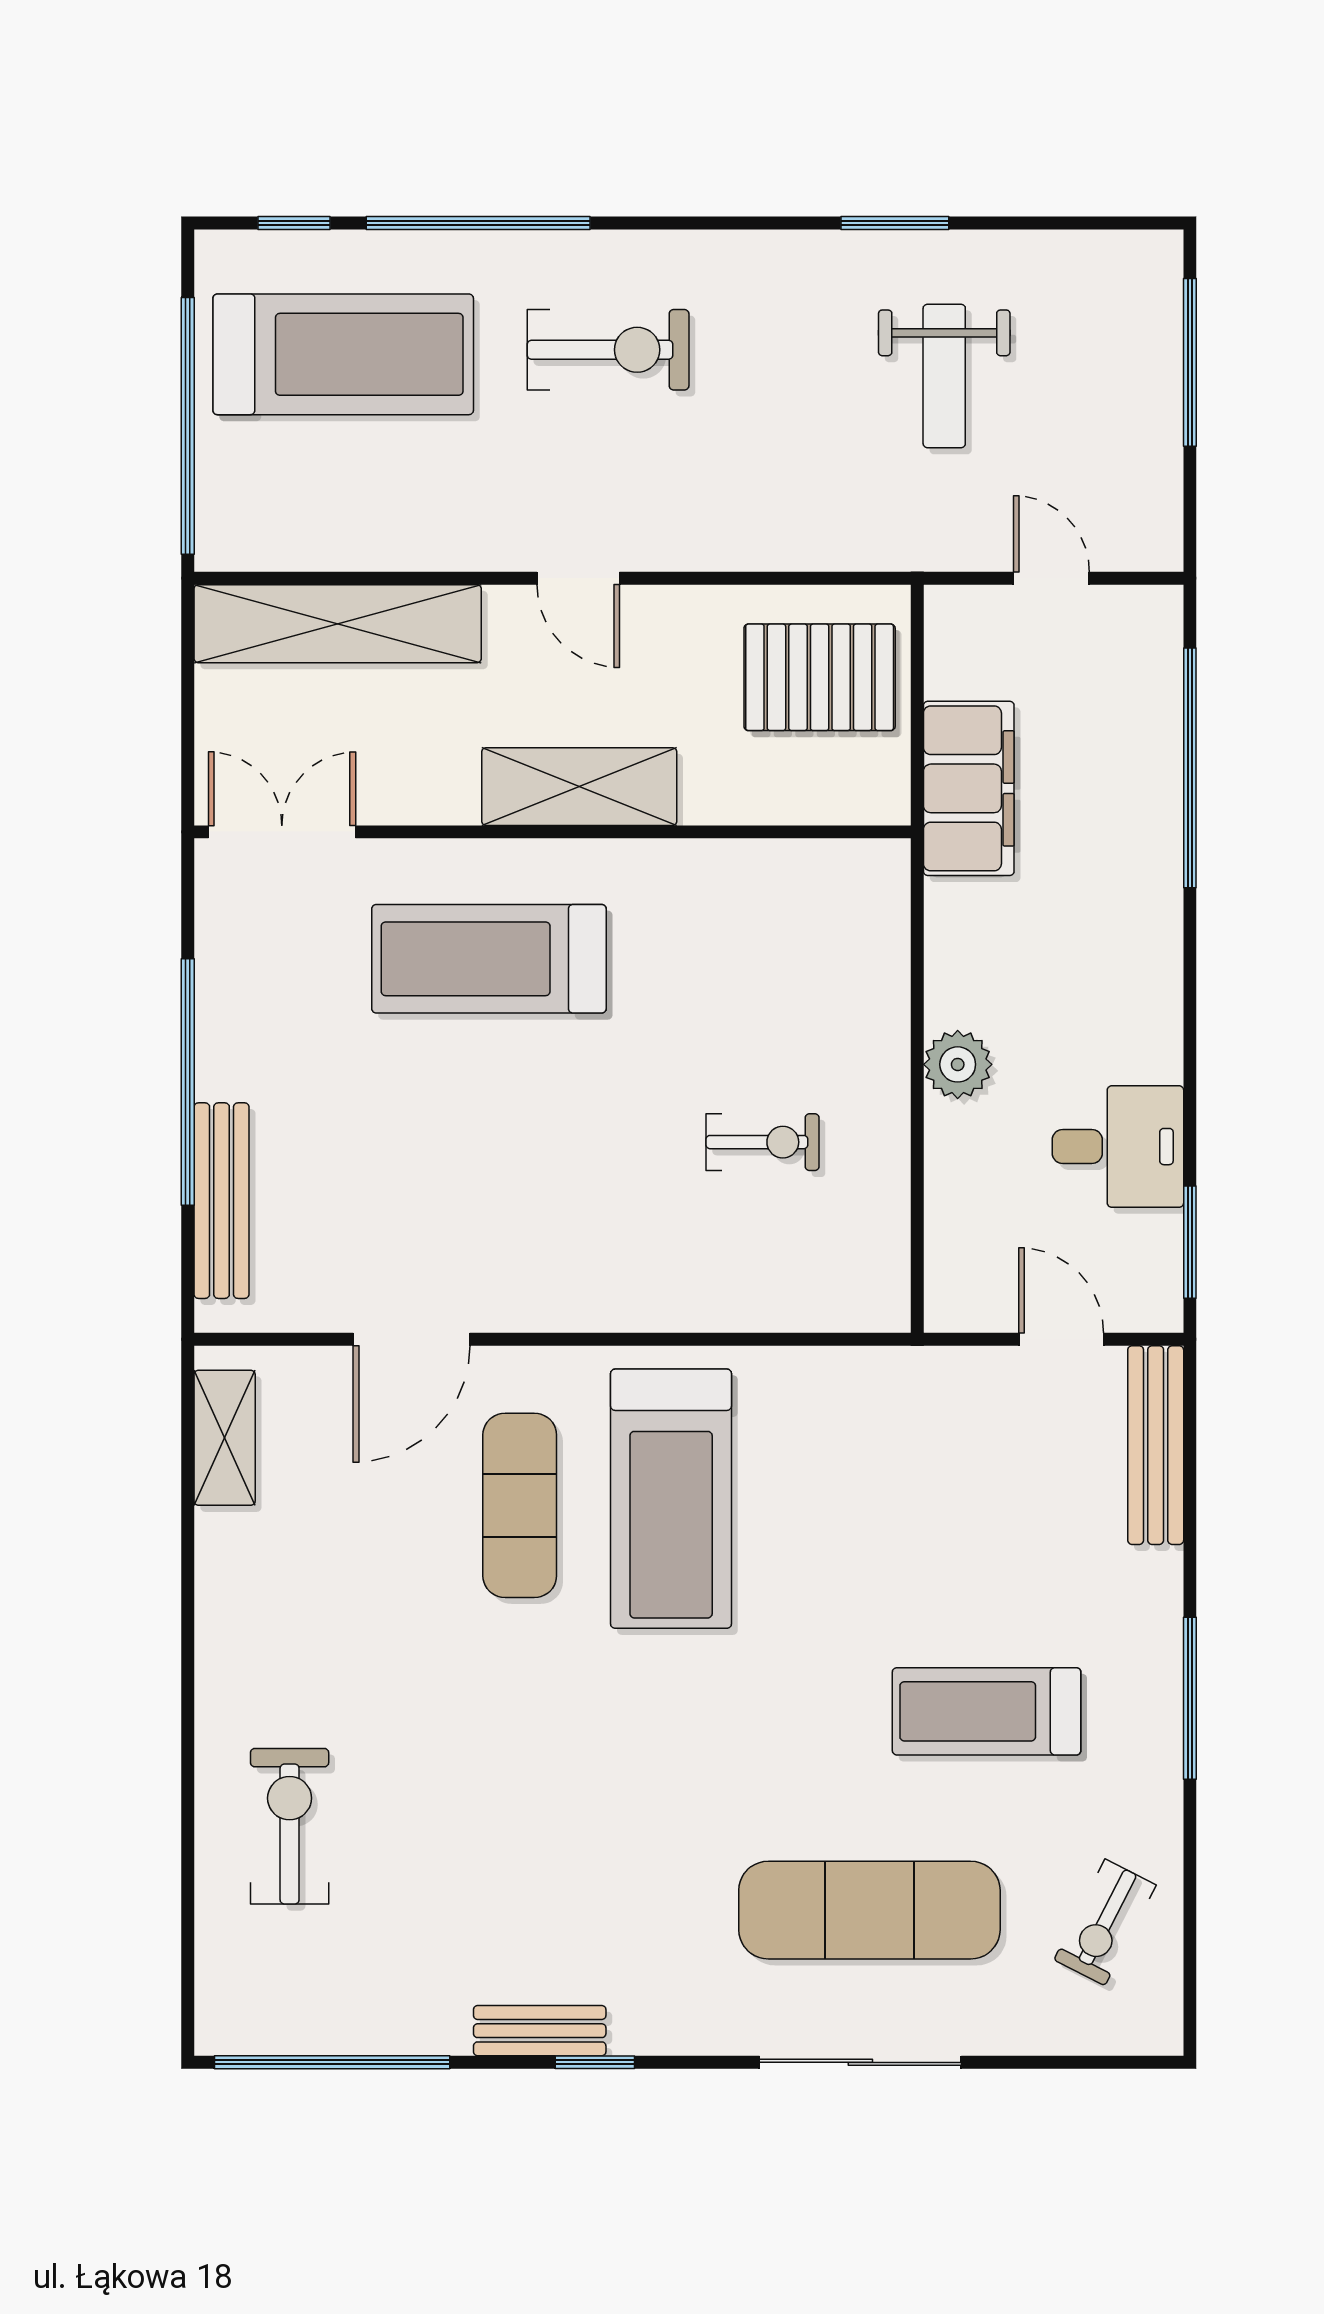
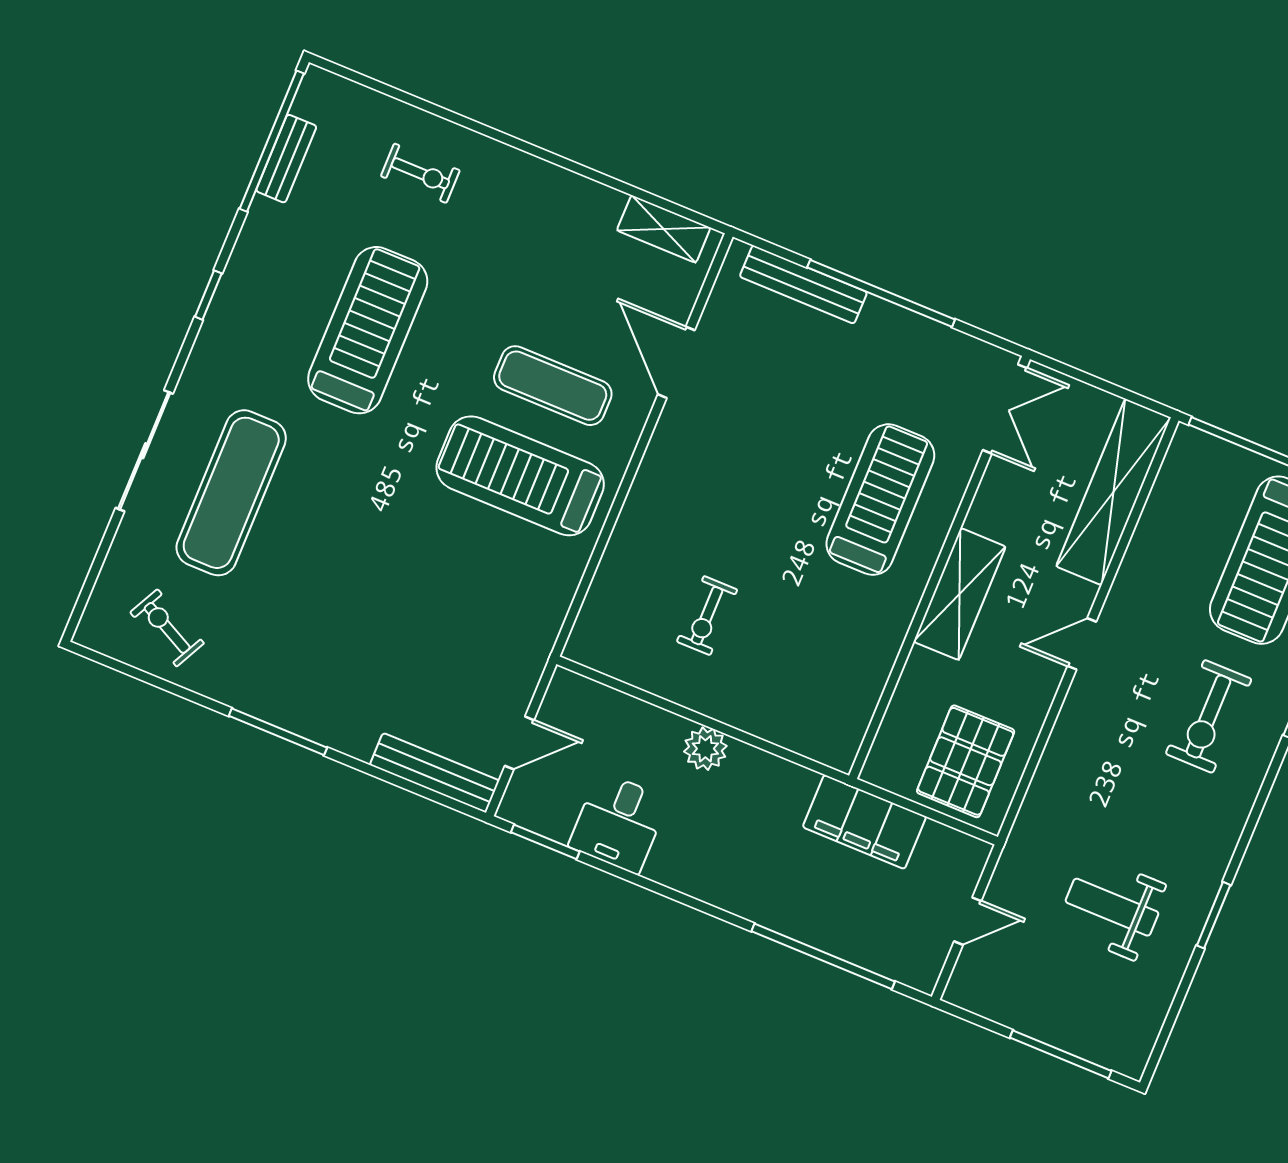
treadmill: (987, 1711) -> (368, 330), moved, width x1.37, depth x1.37
exercise bike: (290, 1826) -> (420, 173), width x0.73, depth x0.72
bench: (540, 2031) -> (286, 159), moved

